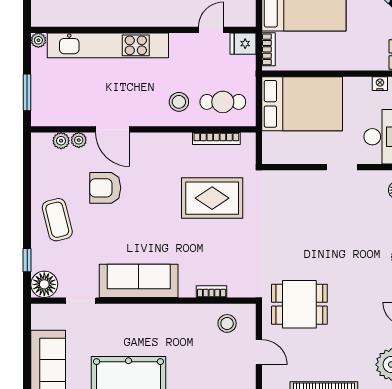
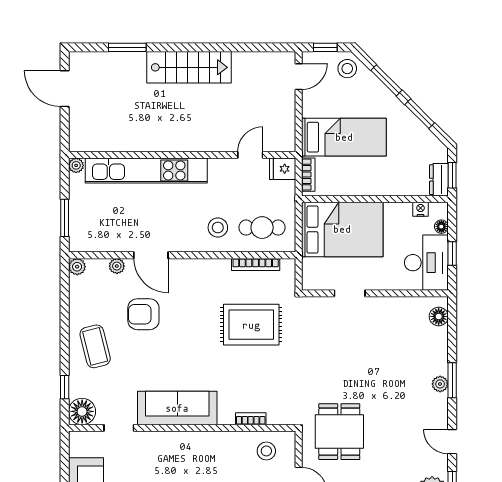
plant: (61, 141) -> (77, 267), moved
doorway: (342, 167) -> (350, 293), moved
dining table: (299, 304) -> (339, 432), turned 90

